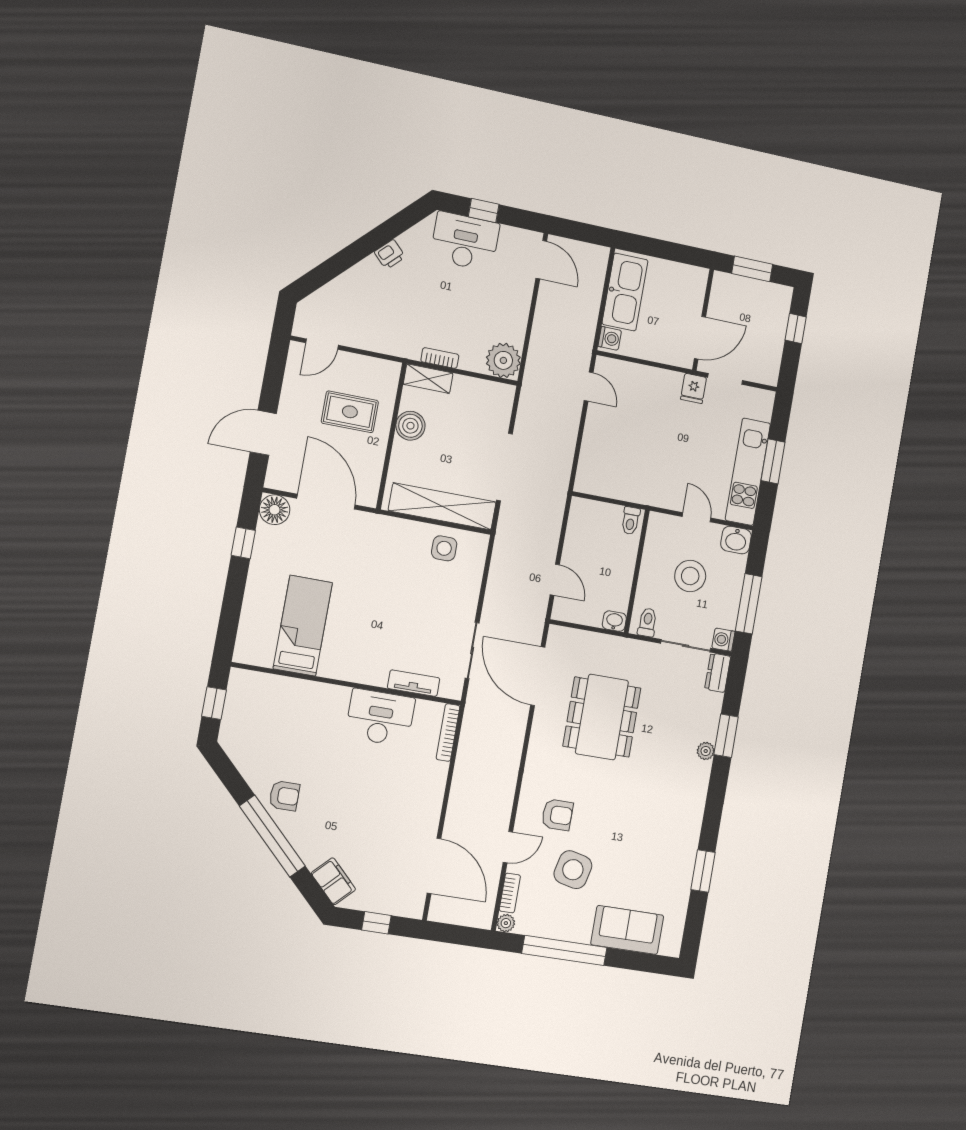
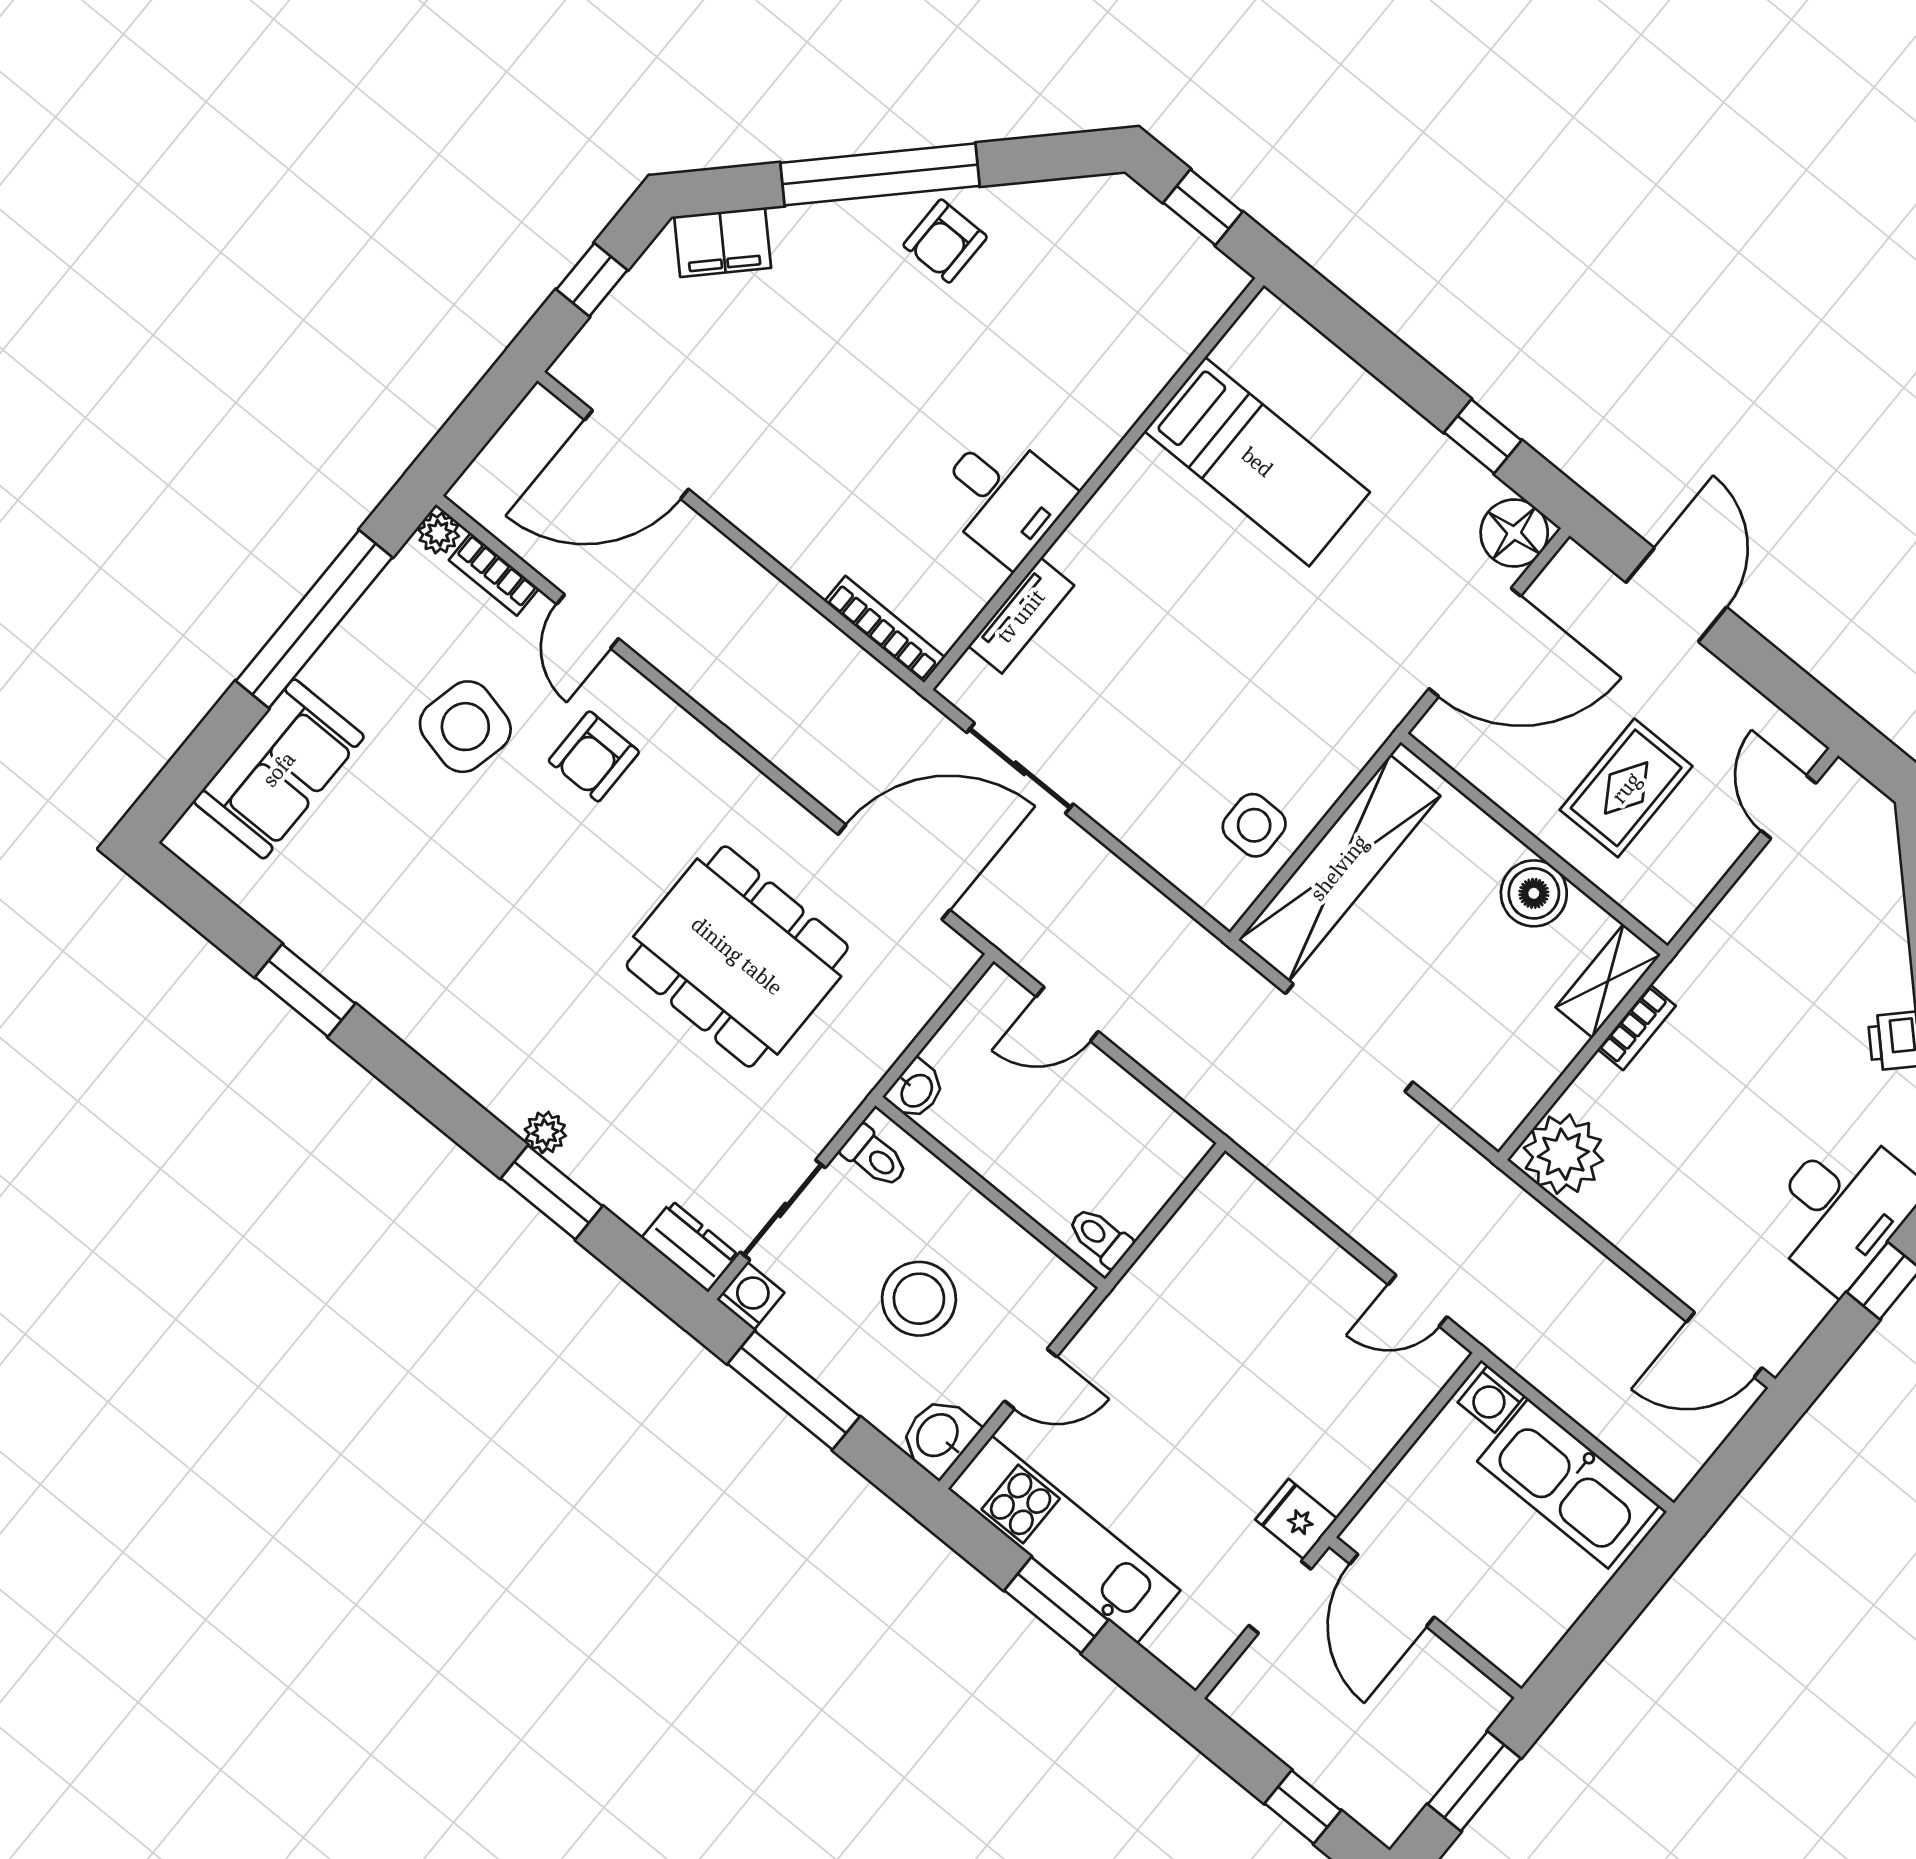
desk: (380, 718) -> (1003, 497), width x0.73

